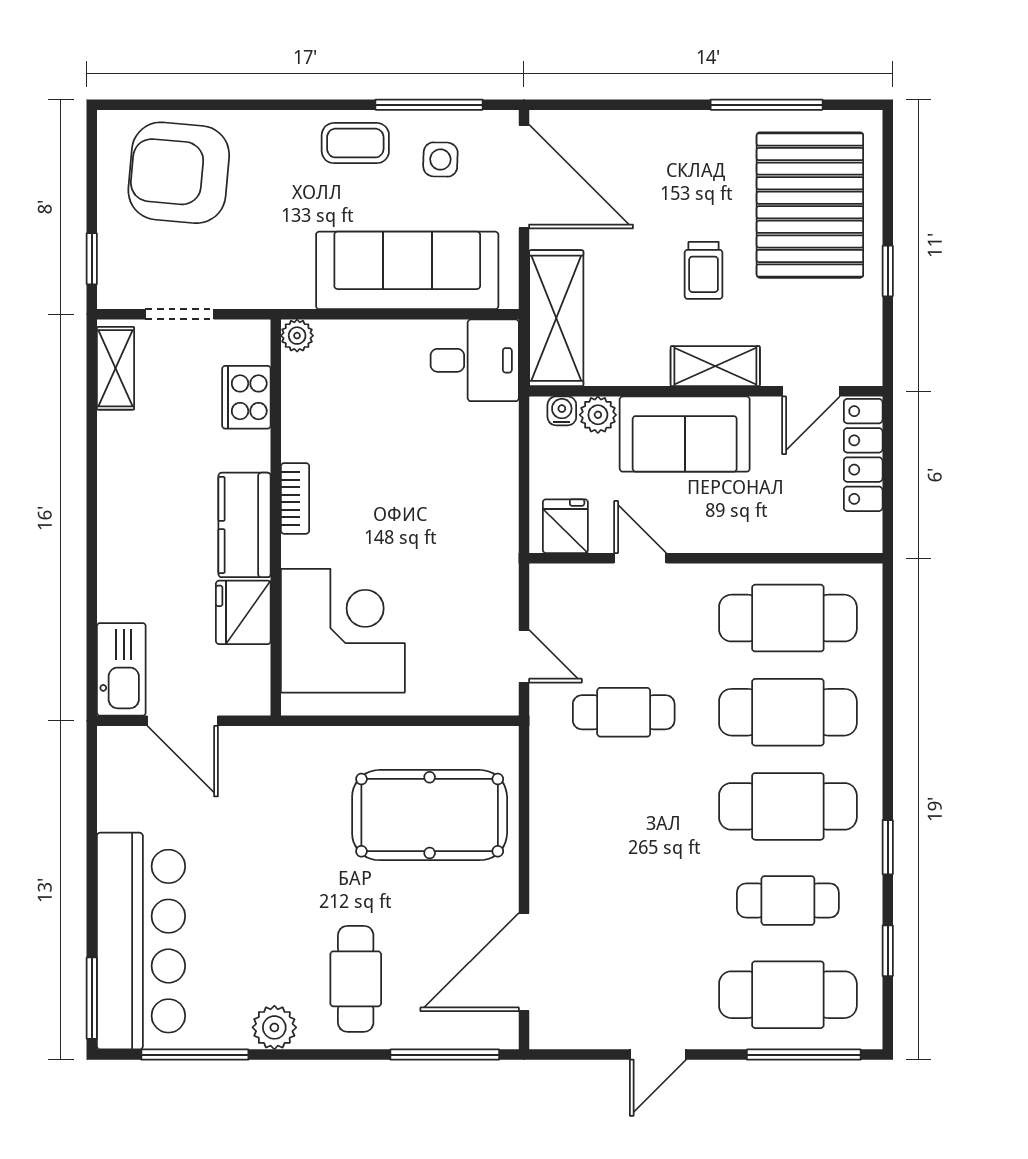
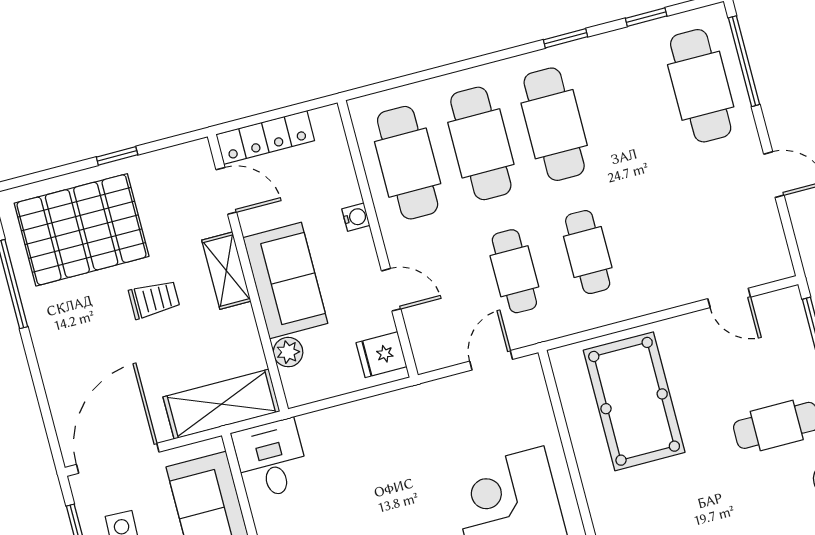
water cooler: (562, 411) -> (356, 217), moved, turned 180
door: (640, 558) -> (391, 290), swing flipped
cafe table: (788, 901) -> (588, 252), moved
door: (524, 962) -> (729, 298), width x0.53

